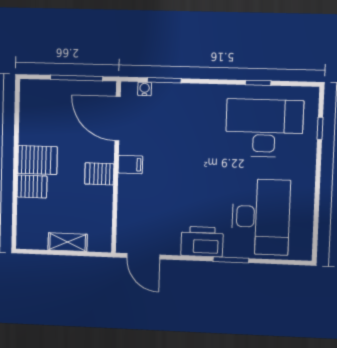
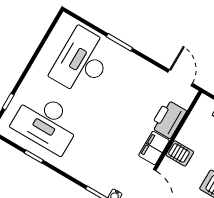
filing cabinet: (130, 165) -> (154, 148), width x2.00
printer: (202, 242) -> (168, 119), moved, turned 90

